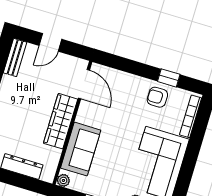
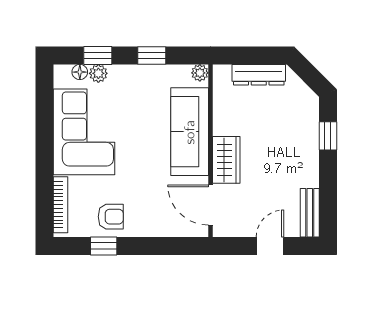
wardrobe: (61, 121) -> (226, 160), width x0.67
sofa: (81, 149) -> (190, 132), width x1.36

